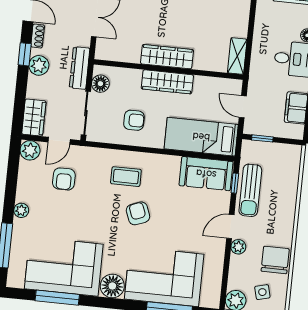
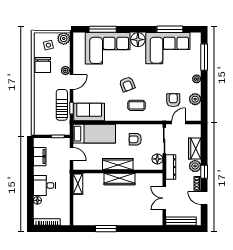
wardrobe: (34, 118) -> (195, 149), moved
plant: (30, 150) -> (195, 99), moved

